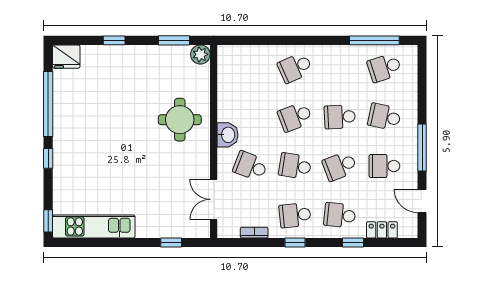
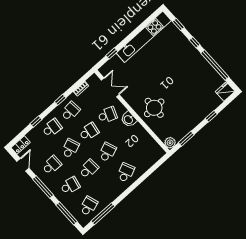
window: (422, 84) -> (67, 213), added
door: (422, 201) -> (23, 165), hinge flipped
window: (48, 221) -> (178, 24), moved
kitchen unit: (94, 226) -> (144, 37), width x1.36
locker: (382, 230) -> (21, 145), moved

